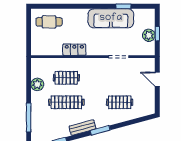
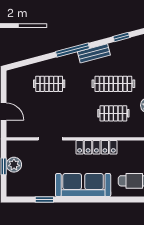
sofa: (111, 18) -> (83, 185), moved
locker: (74, 50) -> (96, 147), width x1.53
window: (100, 130) -> (73, 50), width x1.44

